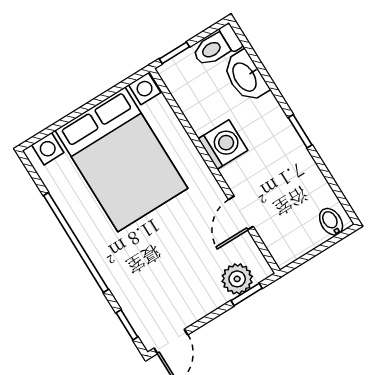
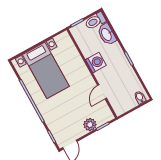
bed with nightstands: (121, 159) -> (46, 70), width x0.73
plant: (237, 279) -> (90, 125), moved

